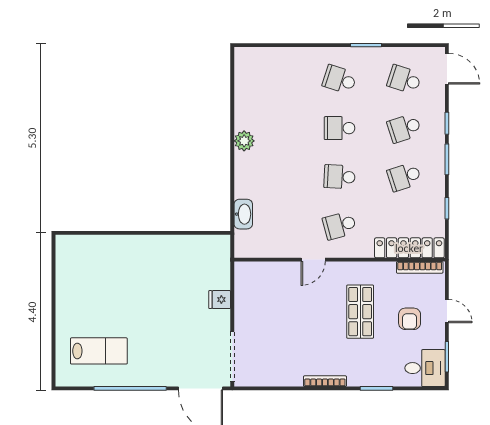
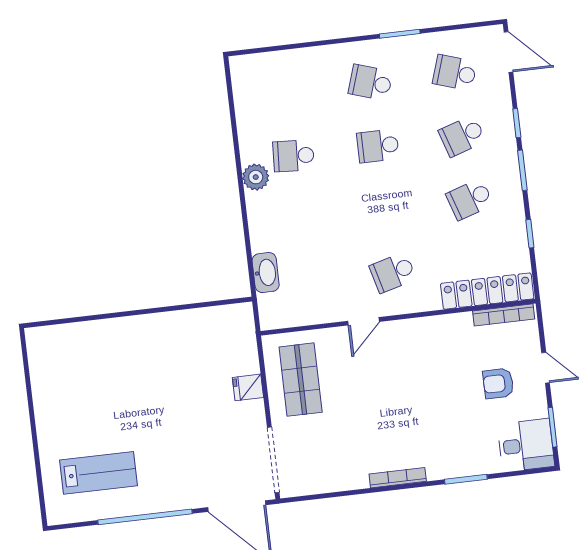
school desk: (340, 177) -> (294, 156), moved
shop shelf: (360, 312) -> (301, 380), moved
armchair: (410, 319) -> (498, 383), turned 90

